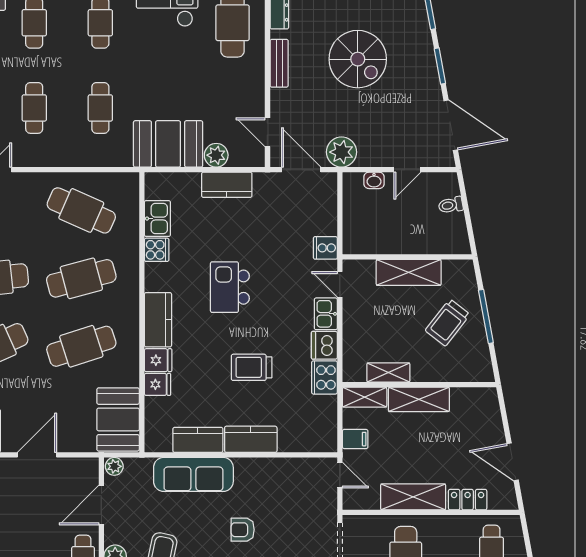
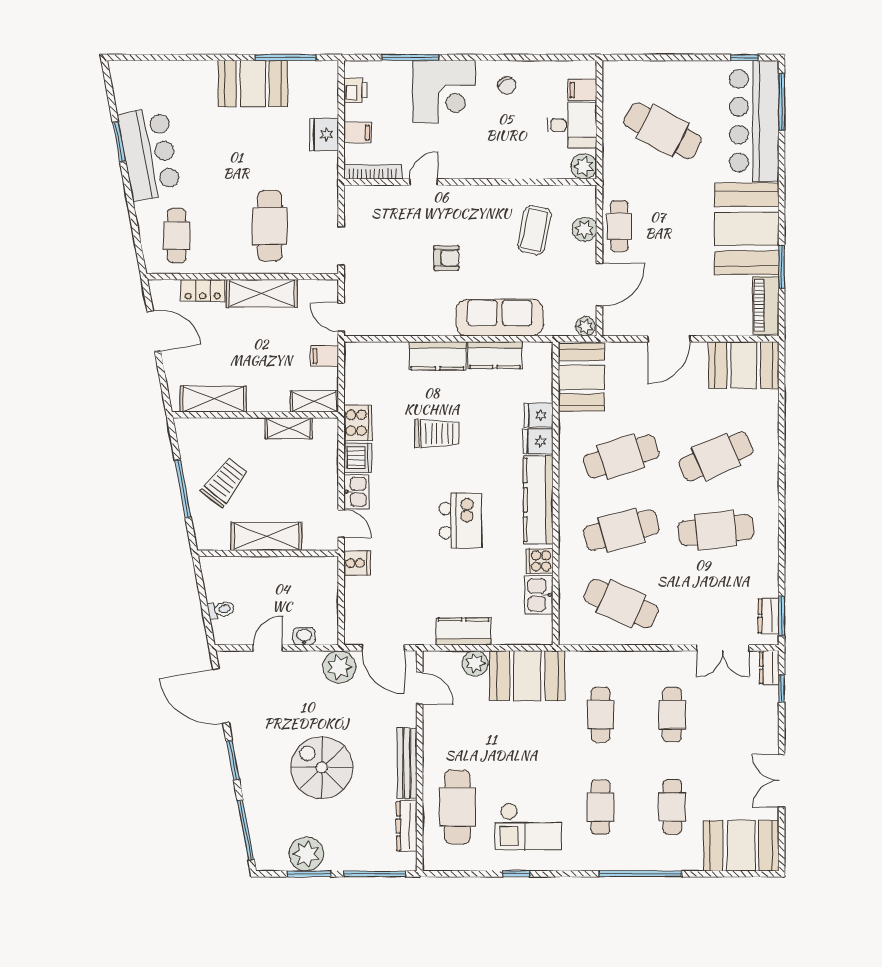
bench: (279, 63) -> (407, 763), width x1.36
kitchen counter: (158, 320) -> (538, 500), width x1.50
shelving: (419, 399) -> (213, 399), moved

